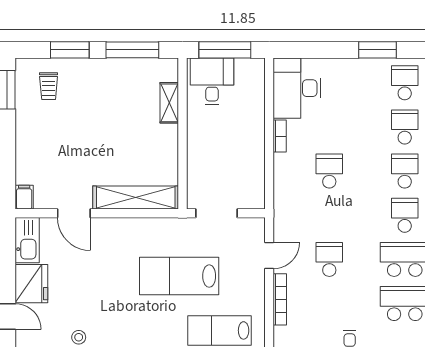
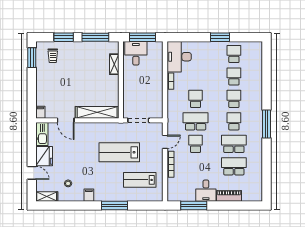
school desk: (329, 215) -> (196, 121), added

